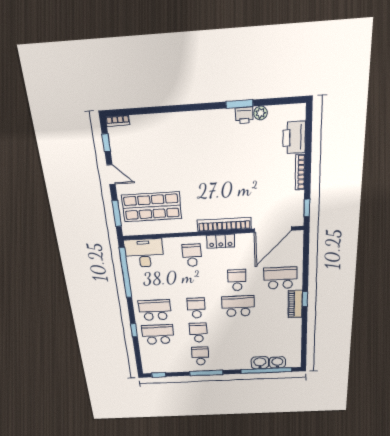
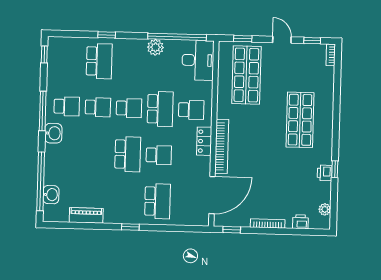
window: (240, 104) -> (335, 169), width x0.67
plant: (261, 113) -> (325, 209), moved
printer: (294, 138) -> (300, 222), width x0.53, depth x0.68
shop shelf: (190, 148) -> (300, 120), added
door: (111, 175) -> (282, 40), swing flipped
window: (117, 213) -> (243, 39), width x0.67
door: (273, 230) -> (212, 195), swing flipped
plant: (138, 291) -> (155, 47), added
piano: (295, 304) -> (86, 215), moved
school desk: (155, 310) -> (160, 109), moved
washbasin: (260, 363) -> (53, 133), moved

